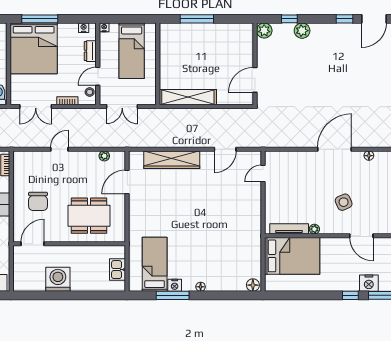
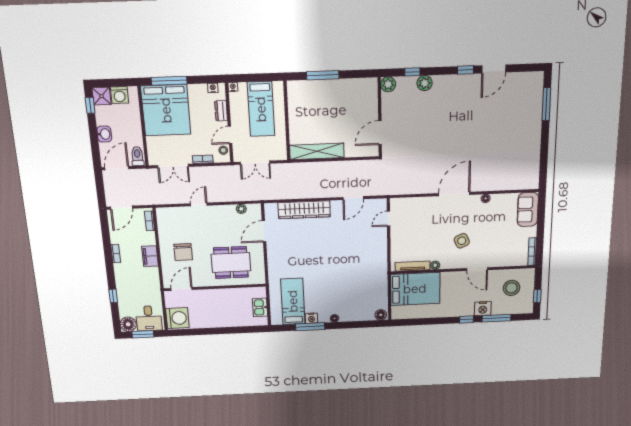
washing machine: (58, 279) -> (177, 318), moved, turned 90

